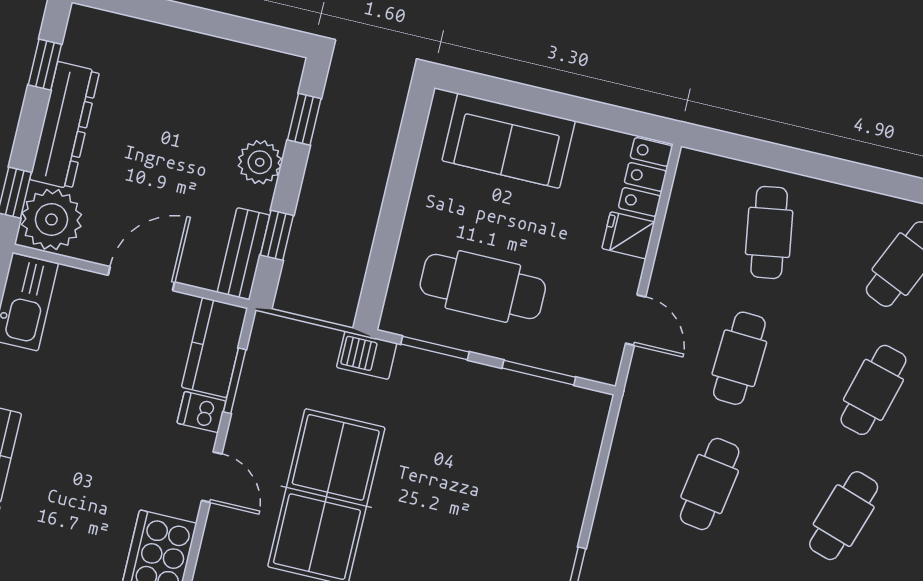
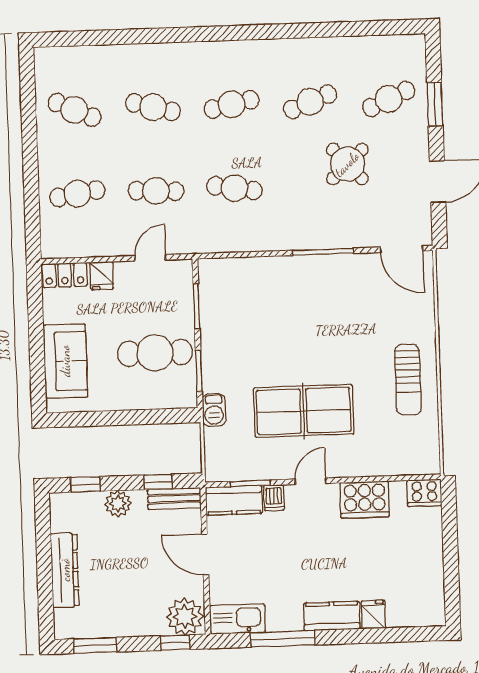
window: (45, 65) -> (95, 645), width x1.50
dresser: (65, 125) -> (65, 570), moved, turned 90
cafe table: (483, 286) -> (155, 353), turned 90
cafe table: (844, 516) -> (232, 104), turned -30

